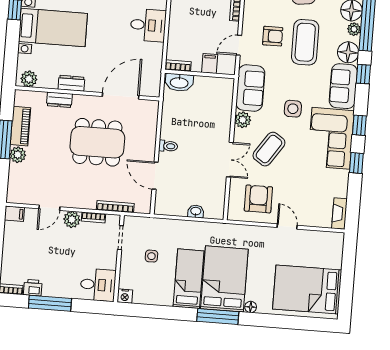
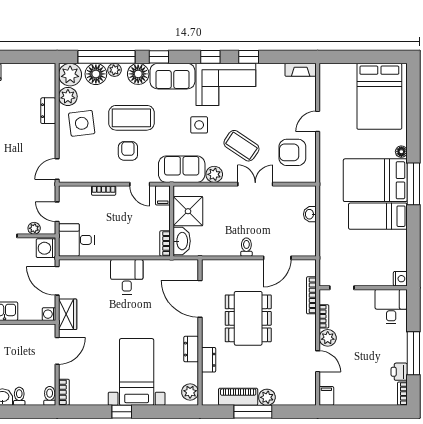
filing cabinet: (210, 64) -> (163, 195), moved, turned -90
shower: (208, 91) -> (188, 211), added
side table: (151, 256) -> (358, 255), removed

